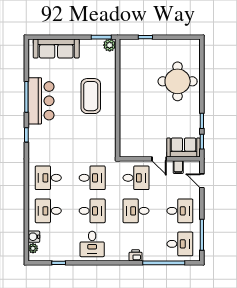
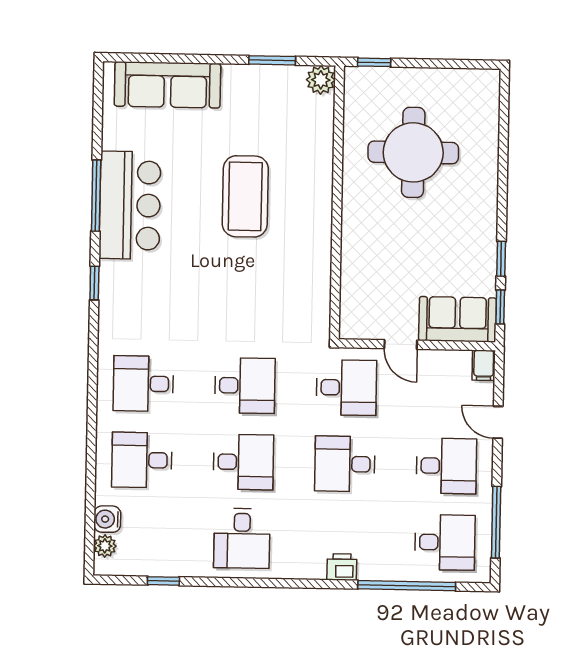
plant: (110, 45) -> (321, 80), moved
round table: (178, 81) -> (413, 152), moved
wall: (118, 98) -> (337, 202), moved
filing cabinet: (178, 167) -> (484, 365), moved
door: (202, 181) -> (498, 422), moved

